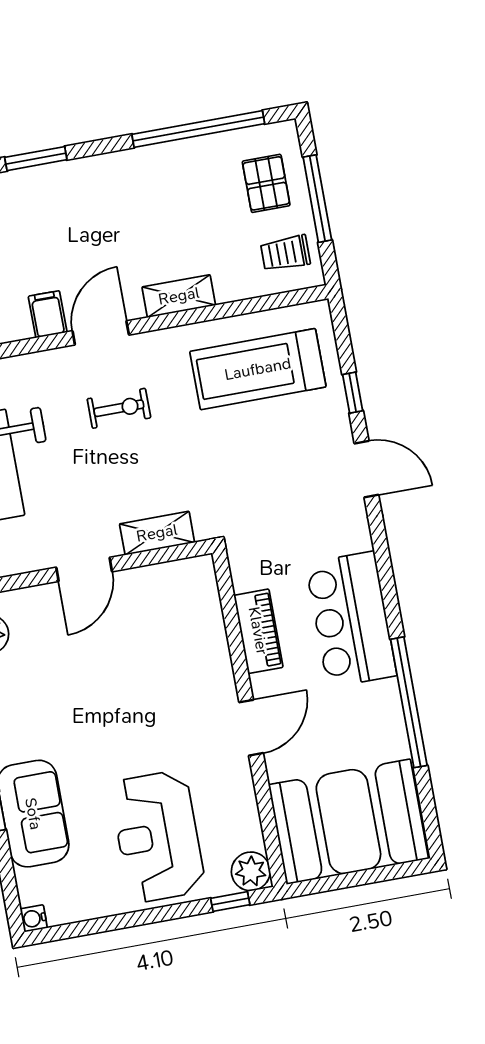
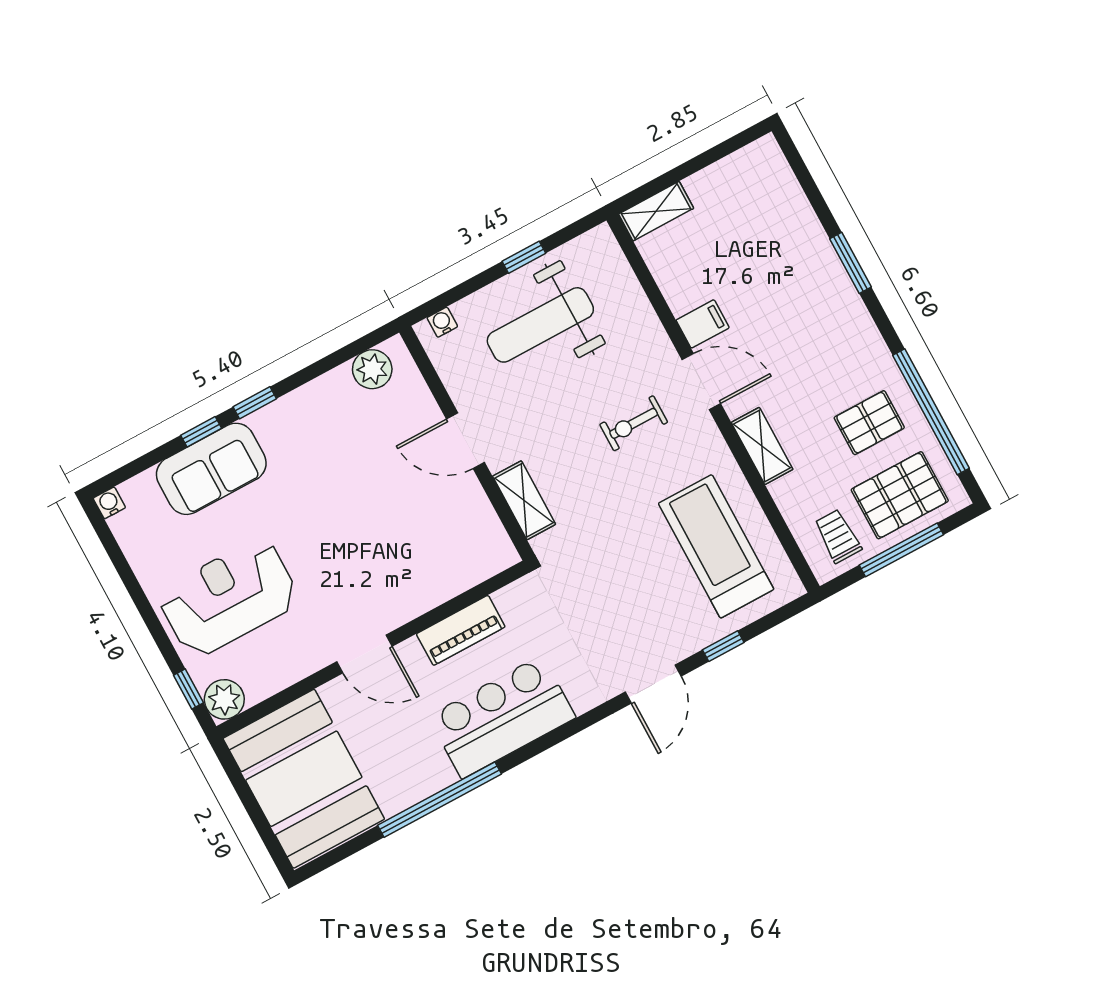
pallet: (266, 183) -> (900, 495), width x1.50, depth x1.42
pallet: (190, 190) -> (869, 423), added
exercise bike: (119, 408) -> (634, 423), turned 90

